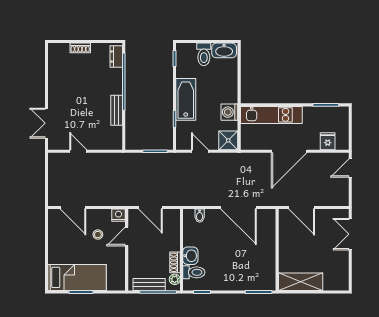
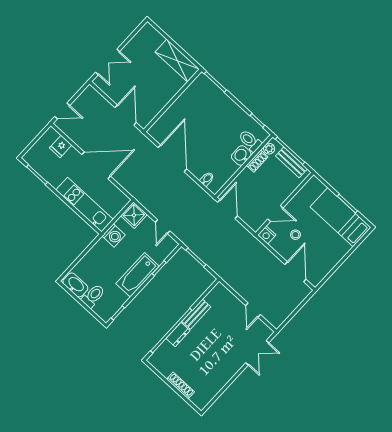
shoe rack: (80, 48) -> (181, 386), width x1.43
dresser: (116, 56) -> (178, 335), moved
door: (150, 208) -> (227, 209), moved

